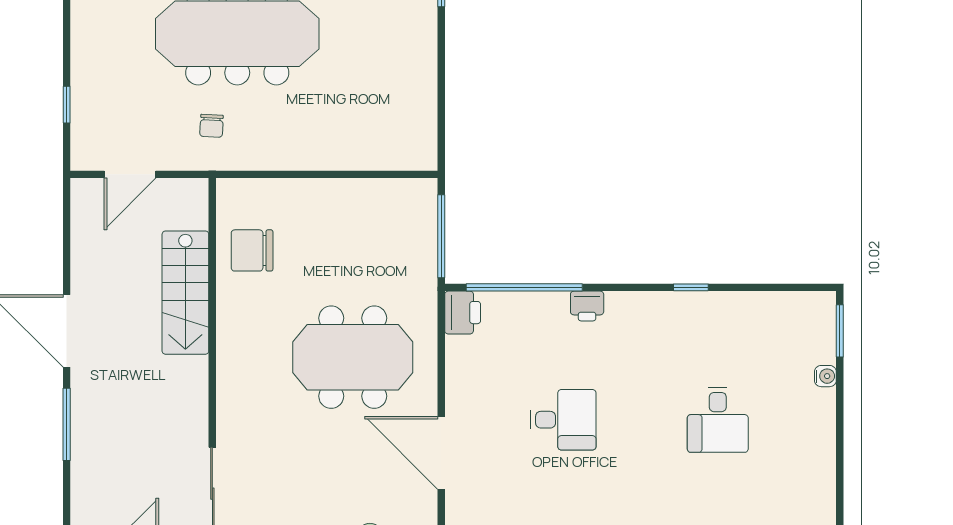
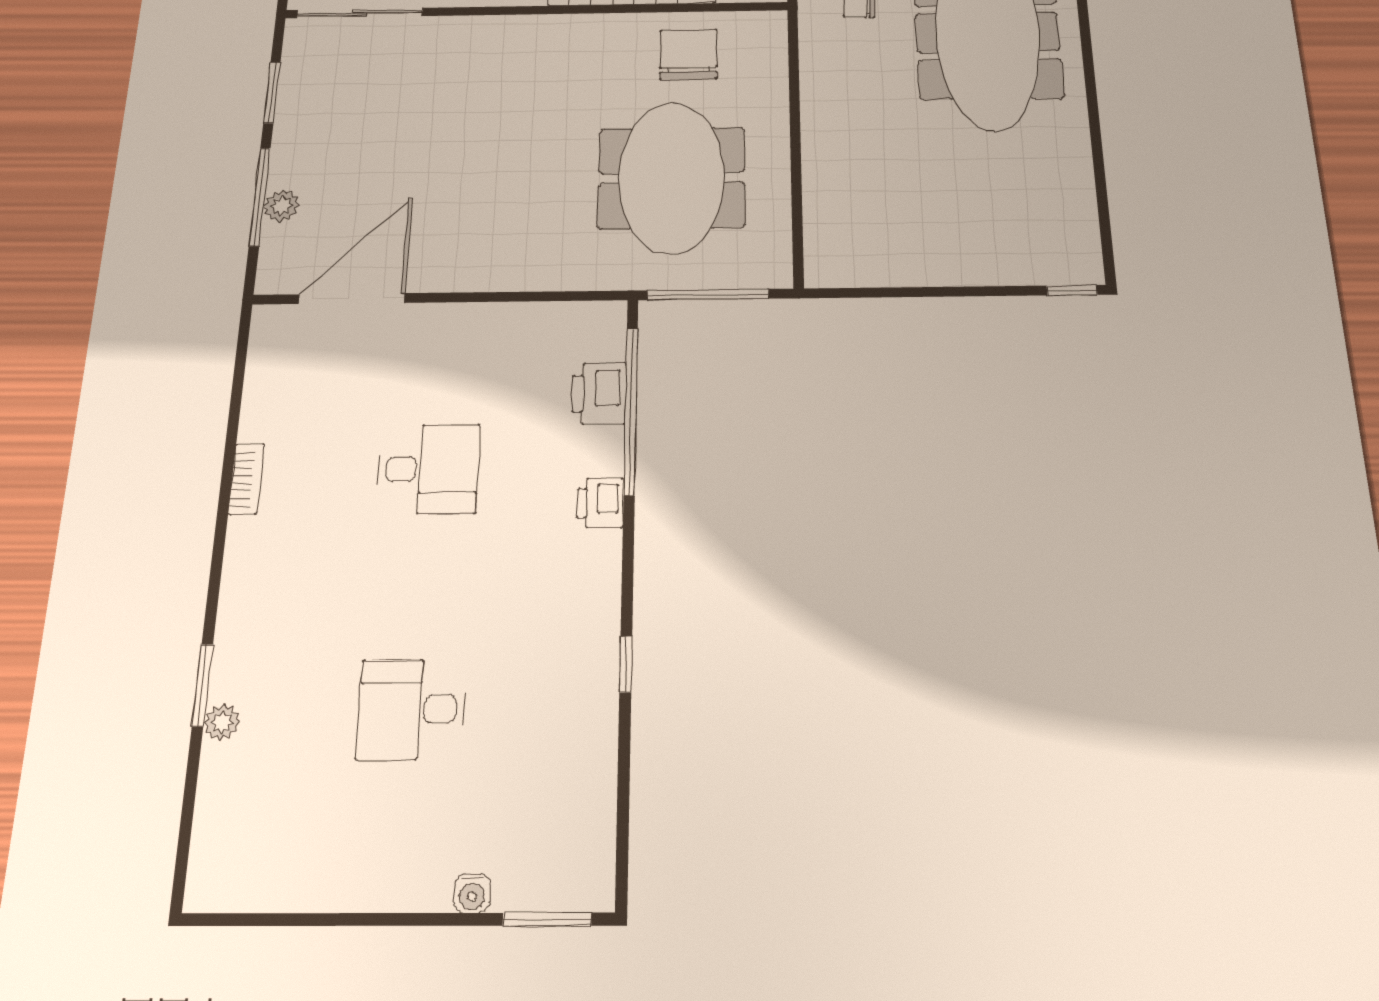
printer: (463, 313) -> (599, 394), moved, turned 90
meeting table: (353, 357) -> (671, 178), moved
desk: (563, 420) -> (428, 469), turned -90
door: (441, 453) -> (352, 299), moved

